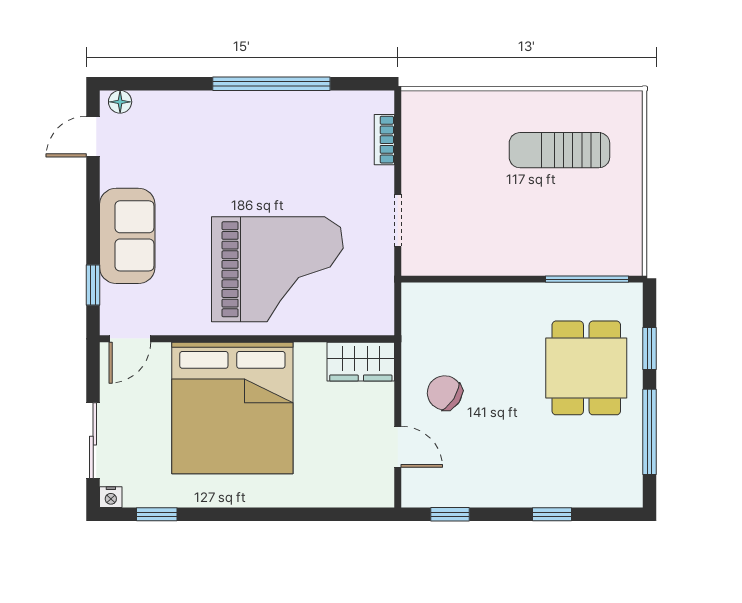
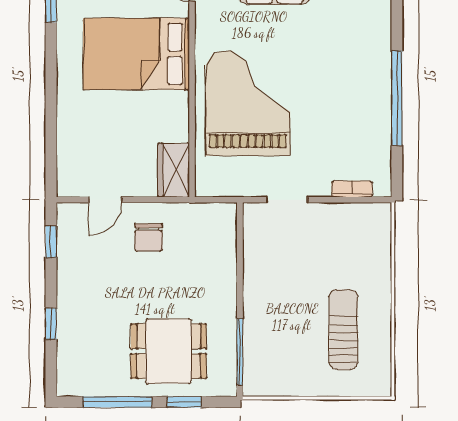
grand piano: (277, 269) -> (248, 103), turned 180
chair: (445, 393) -> (149, 237), turned 147
bed: (232, 408) -> (136, 54), width x0.73

